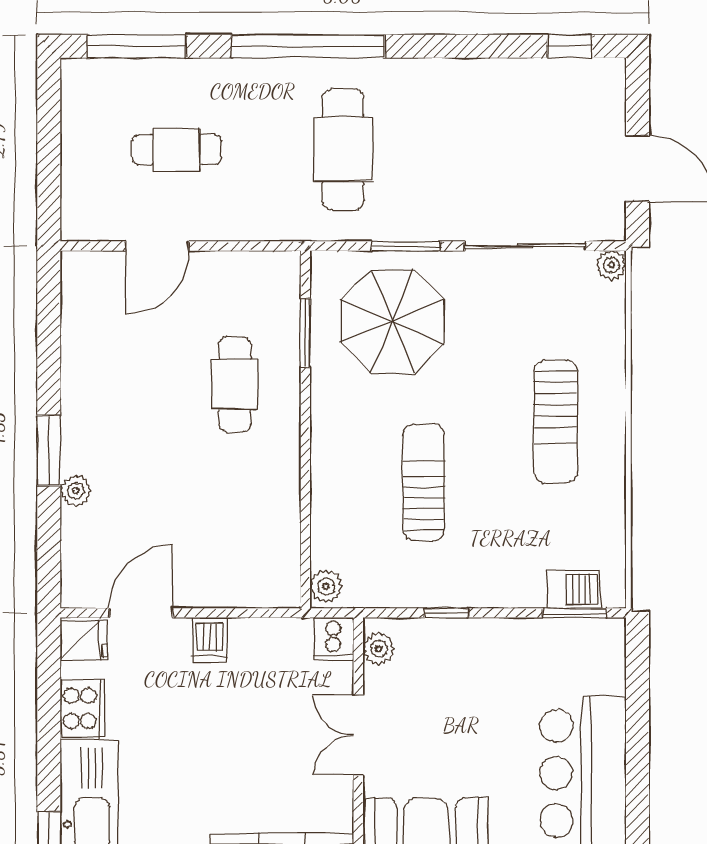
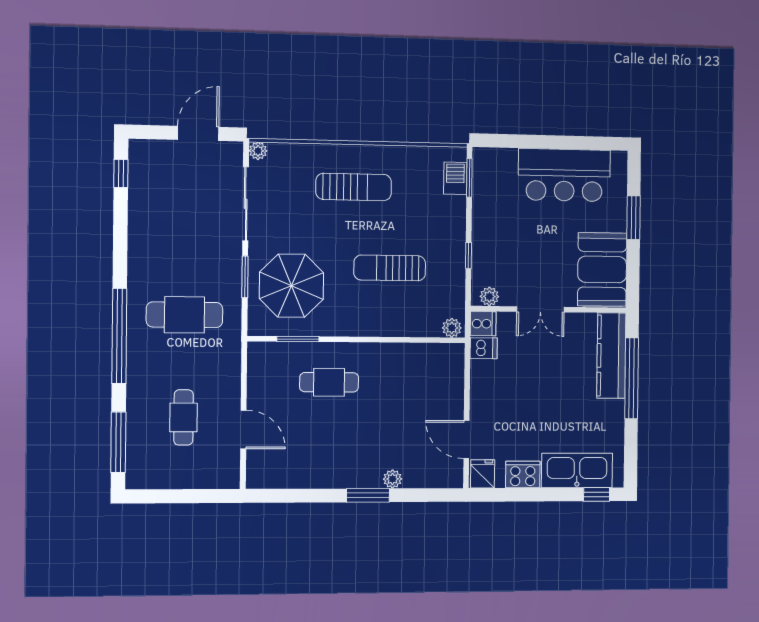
dishwasher: (210, 640) -> (484, 348), moved

